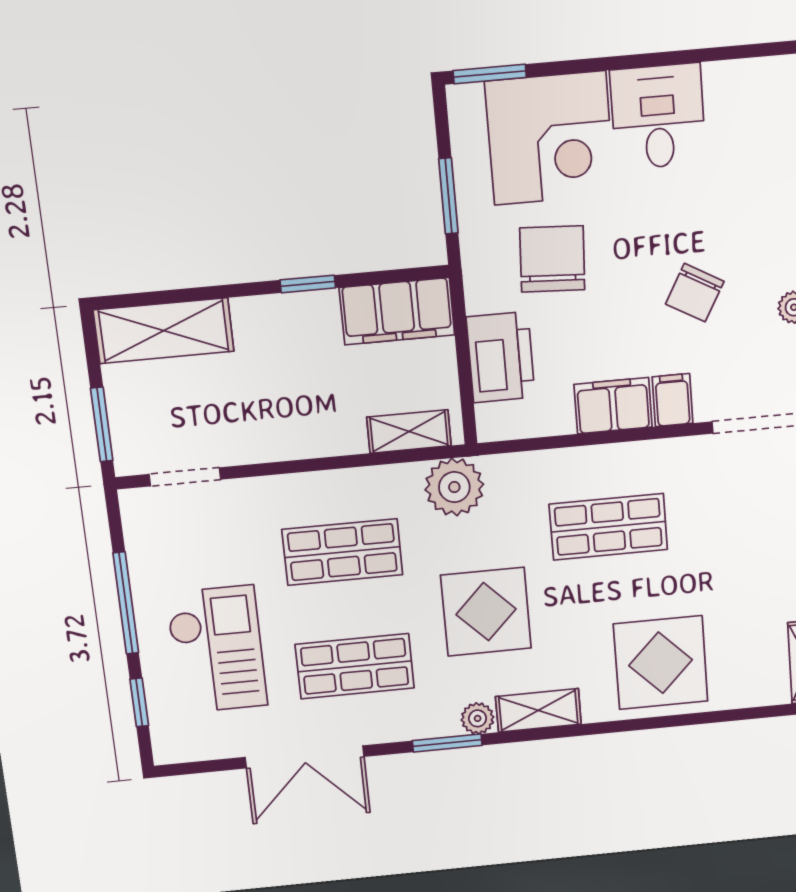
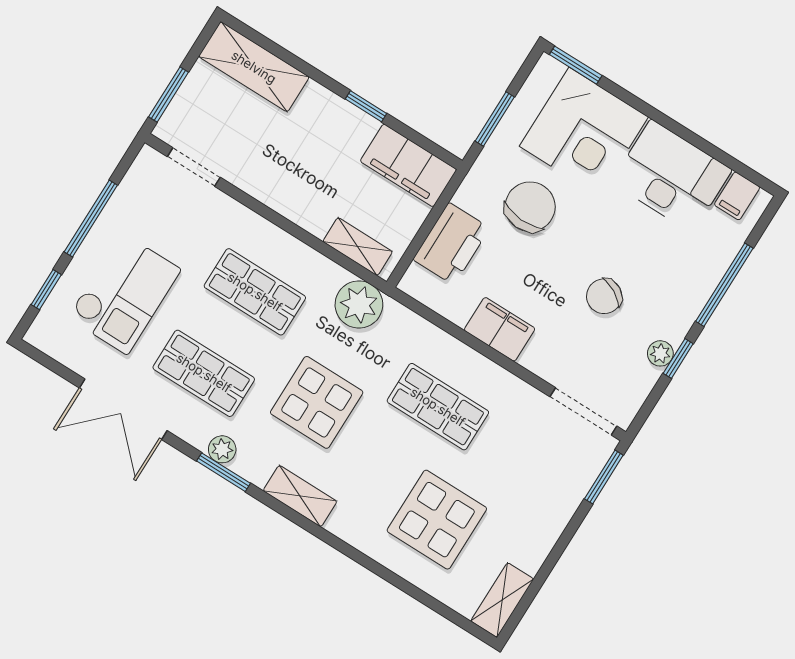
desk: (658, 117) -> (672, 176), width x1.37
filing cabinet: (672, 400) -> (737, 196), moved, turned 180
display table: (661, 663) -> (437, 520), moved
plant: (478, 718) -> (222, 449), moved

